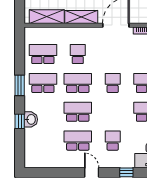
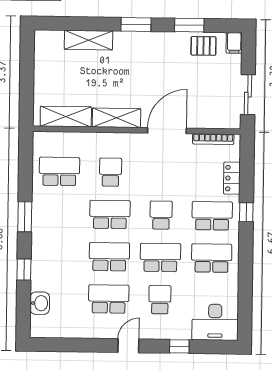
school desk: (43, 83) -> (160, 257), moved
washbasin: (31, 119) -> (40, 303), moved
door: (92, 172) -> (128, 346), hinge flipped

